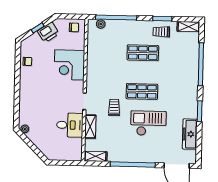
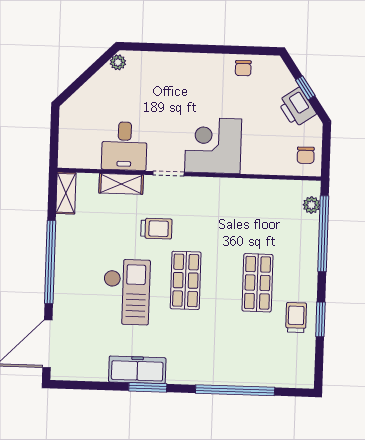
shelving: (188, 27) -> (305, 368), removed
corner desk: (69, 65) -> (213, 145), moved
freezer: (190, 134) -> (137, 370), moved

